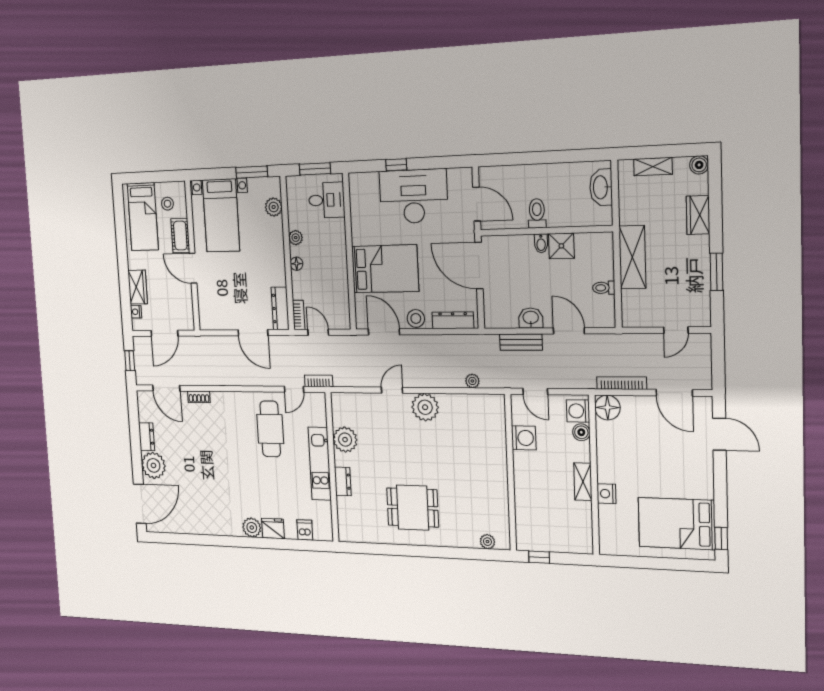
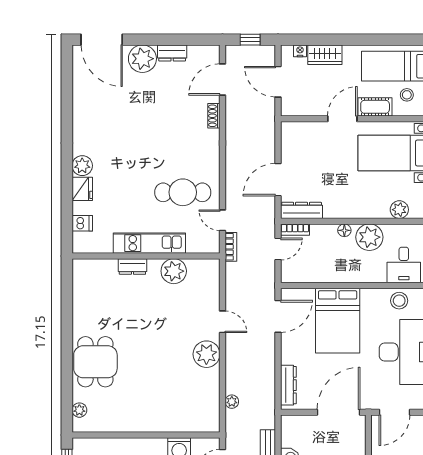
plant: (296, 238) -> (369, 237), width x1.87, depth x1.87
stool: (416, 318) -> (399, 301), moved
dining table: (413, 508) -> (95, 362), moved

